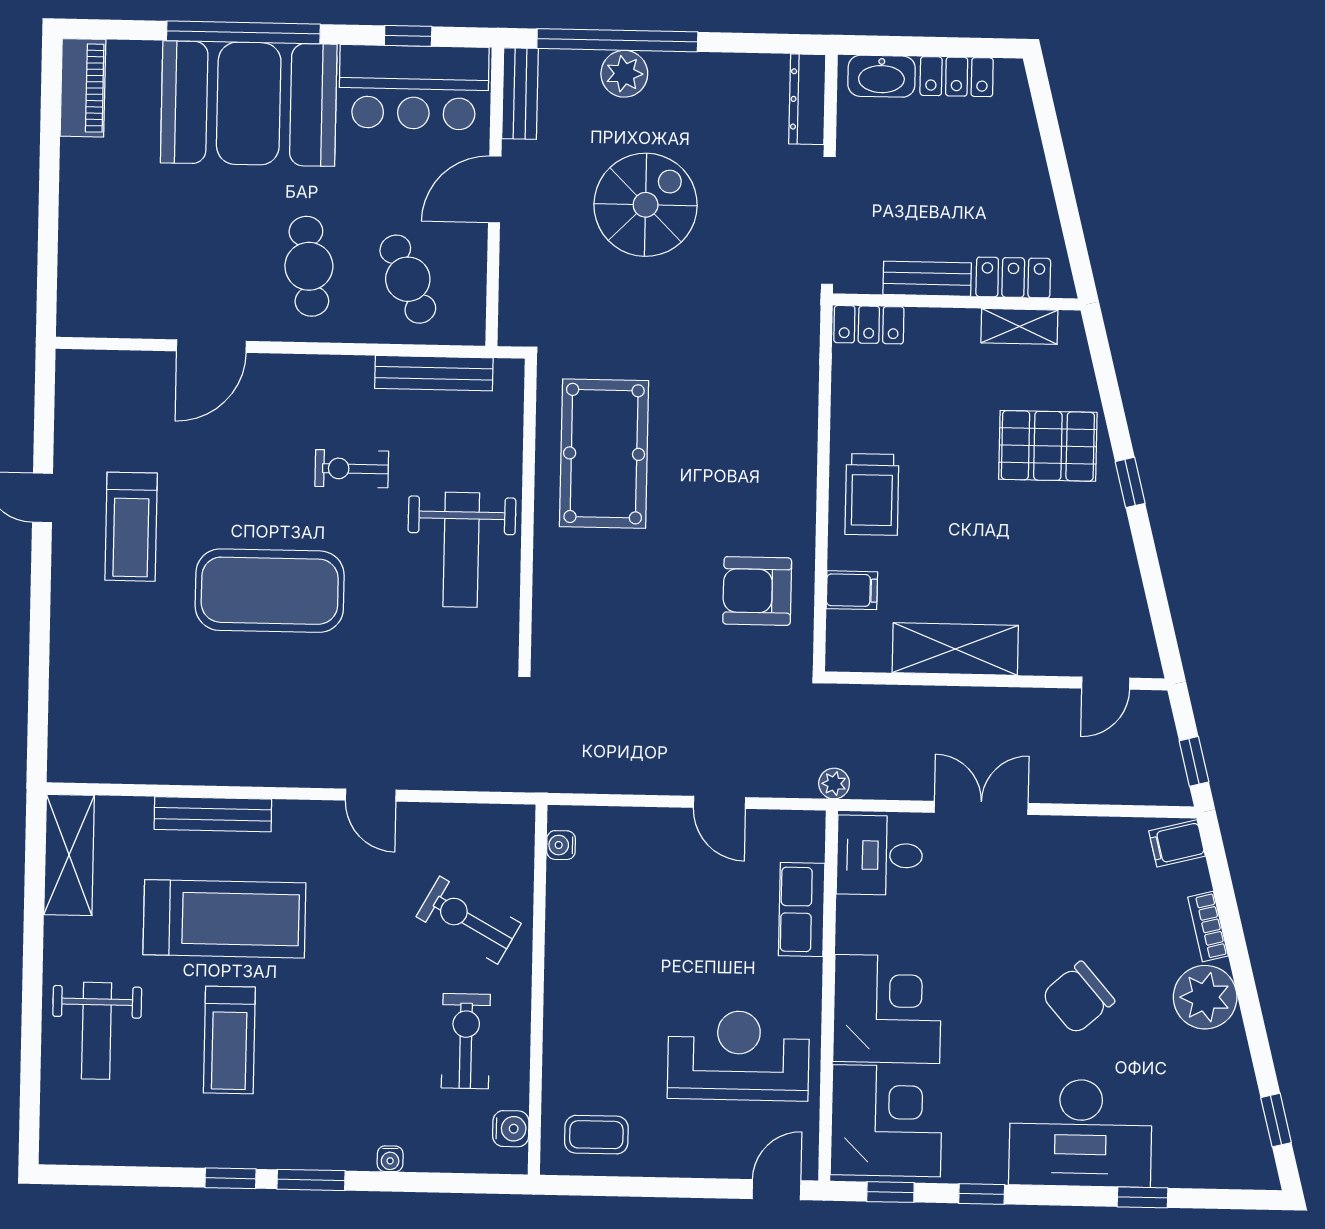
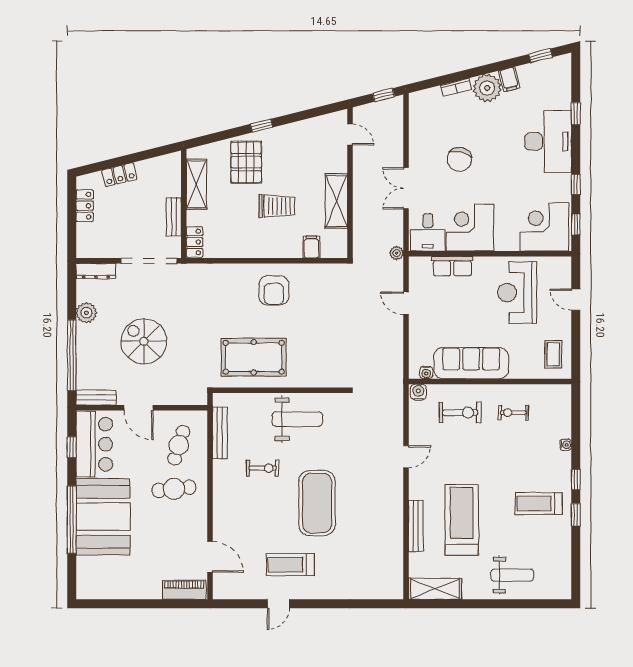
plant: (624, 74) -> (86, 313), moved
washbasin: (882, 76) -> (85, 239), removed
piano: (83, 88) -> (184, 590), moved
locker: (1013, 277) -> (119, 175), moved, turned -104
cafe table: (408, 279) -> (179, 445), turned -49
shelving: (1019, 326) -> (196, 184), width x1.50, depth x1.33
door: (211, 346) -> (210, 557), moved
exercise bike: (352, 469) -> (263, 468), turned -90
trolley: (872, 494) -> (277, 206), moved
treadmill: (131, 527) -> (290, 565), turned 180
armchair: (757, 591) -> (274, 290), moved
door: (720, 802) -> (406, 303), swing flipped
filing cabinet: (1177, 843) -> (509, 79), moved
exercise bike: (469, 920) -> (460, 412), turned -119
sofa: (580, 948) -> (471, 363), added
chair: (1078, 998) -> (459, 159), moved, turned 54
corner desk: (887, 1009) -> (470, 228), moved
treadmill: (229, 1040) -> (539, 503), moved, turned 180
exercise bike: (466, 1041) -> (513, 413), width x0.73, depth x0.72
water cooler: (511, 1129) -> (418, 392), moved
window: (311, 1180) -> (576, 479), width x0.67
door: (776, 1190) -> (576, 300), moved

